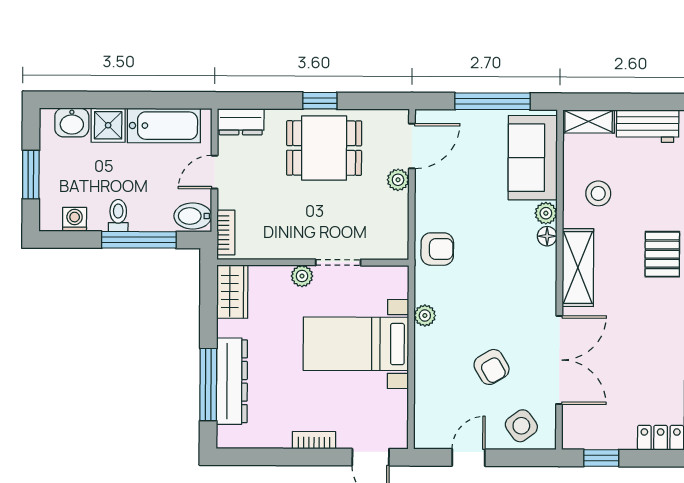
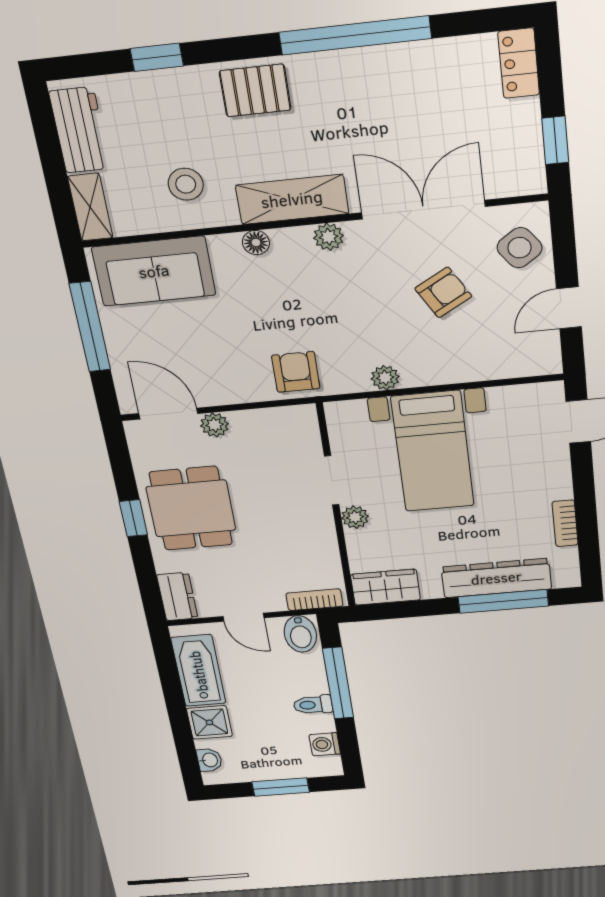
washbasin: (72, 122) -> (209, 760), width x0.72, depth x0.69
plant: (546, 213) -> (329, 237), moved
bookcase: (314, 440) -> (565, 523), moved
door: (468, 458) -> (569, 308), hinge flipped

